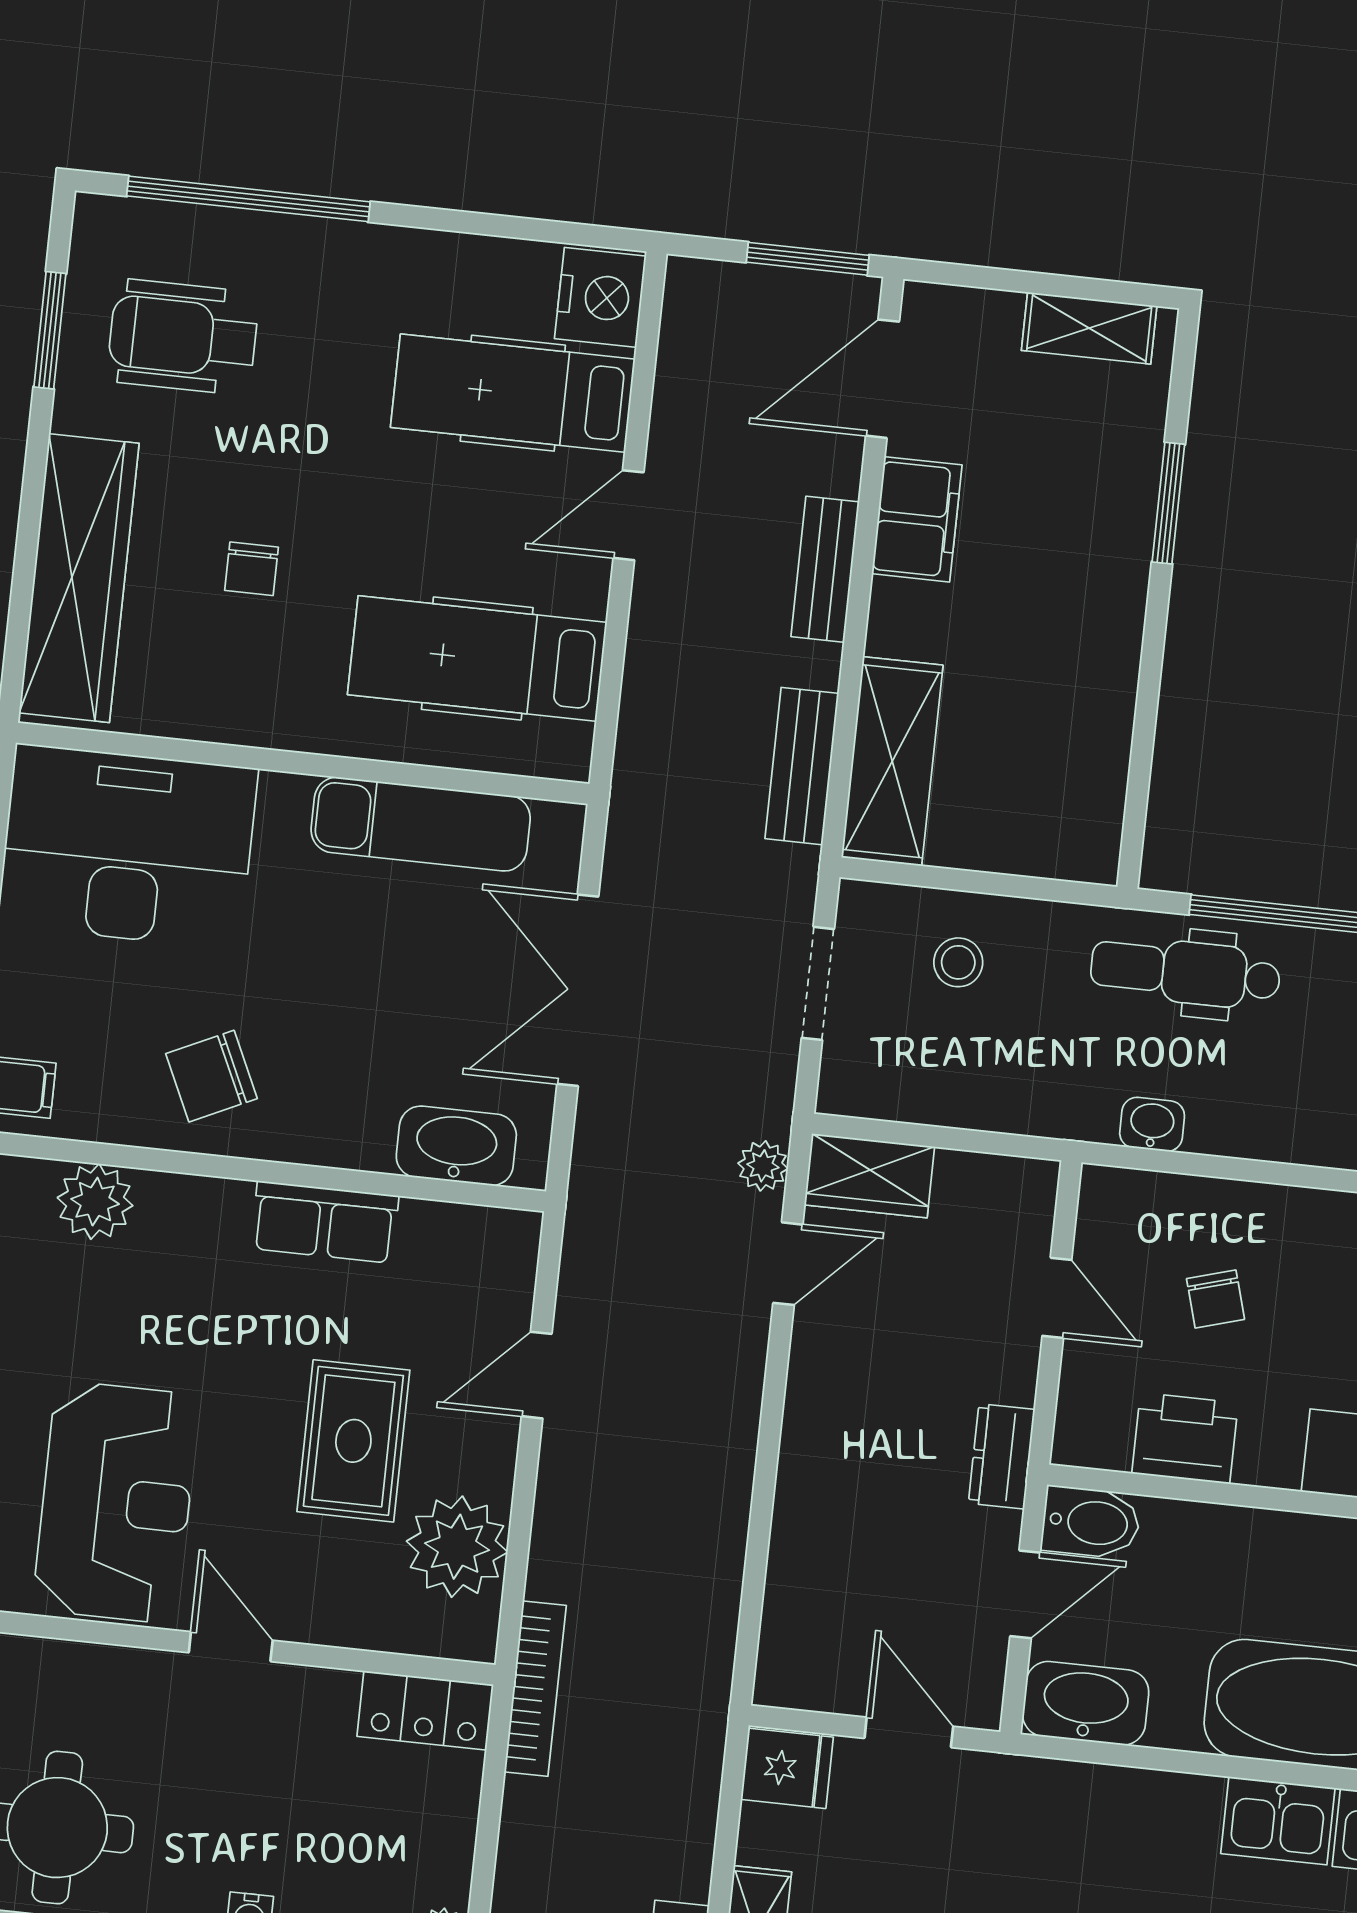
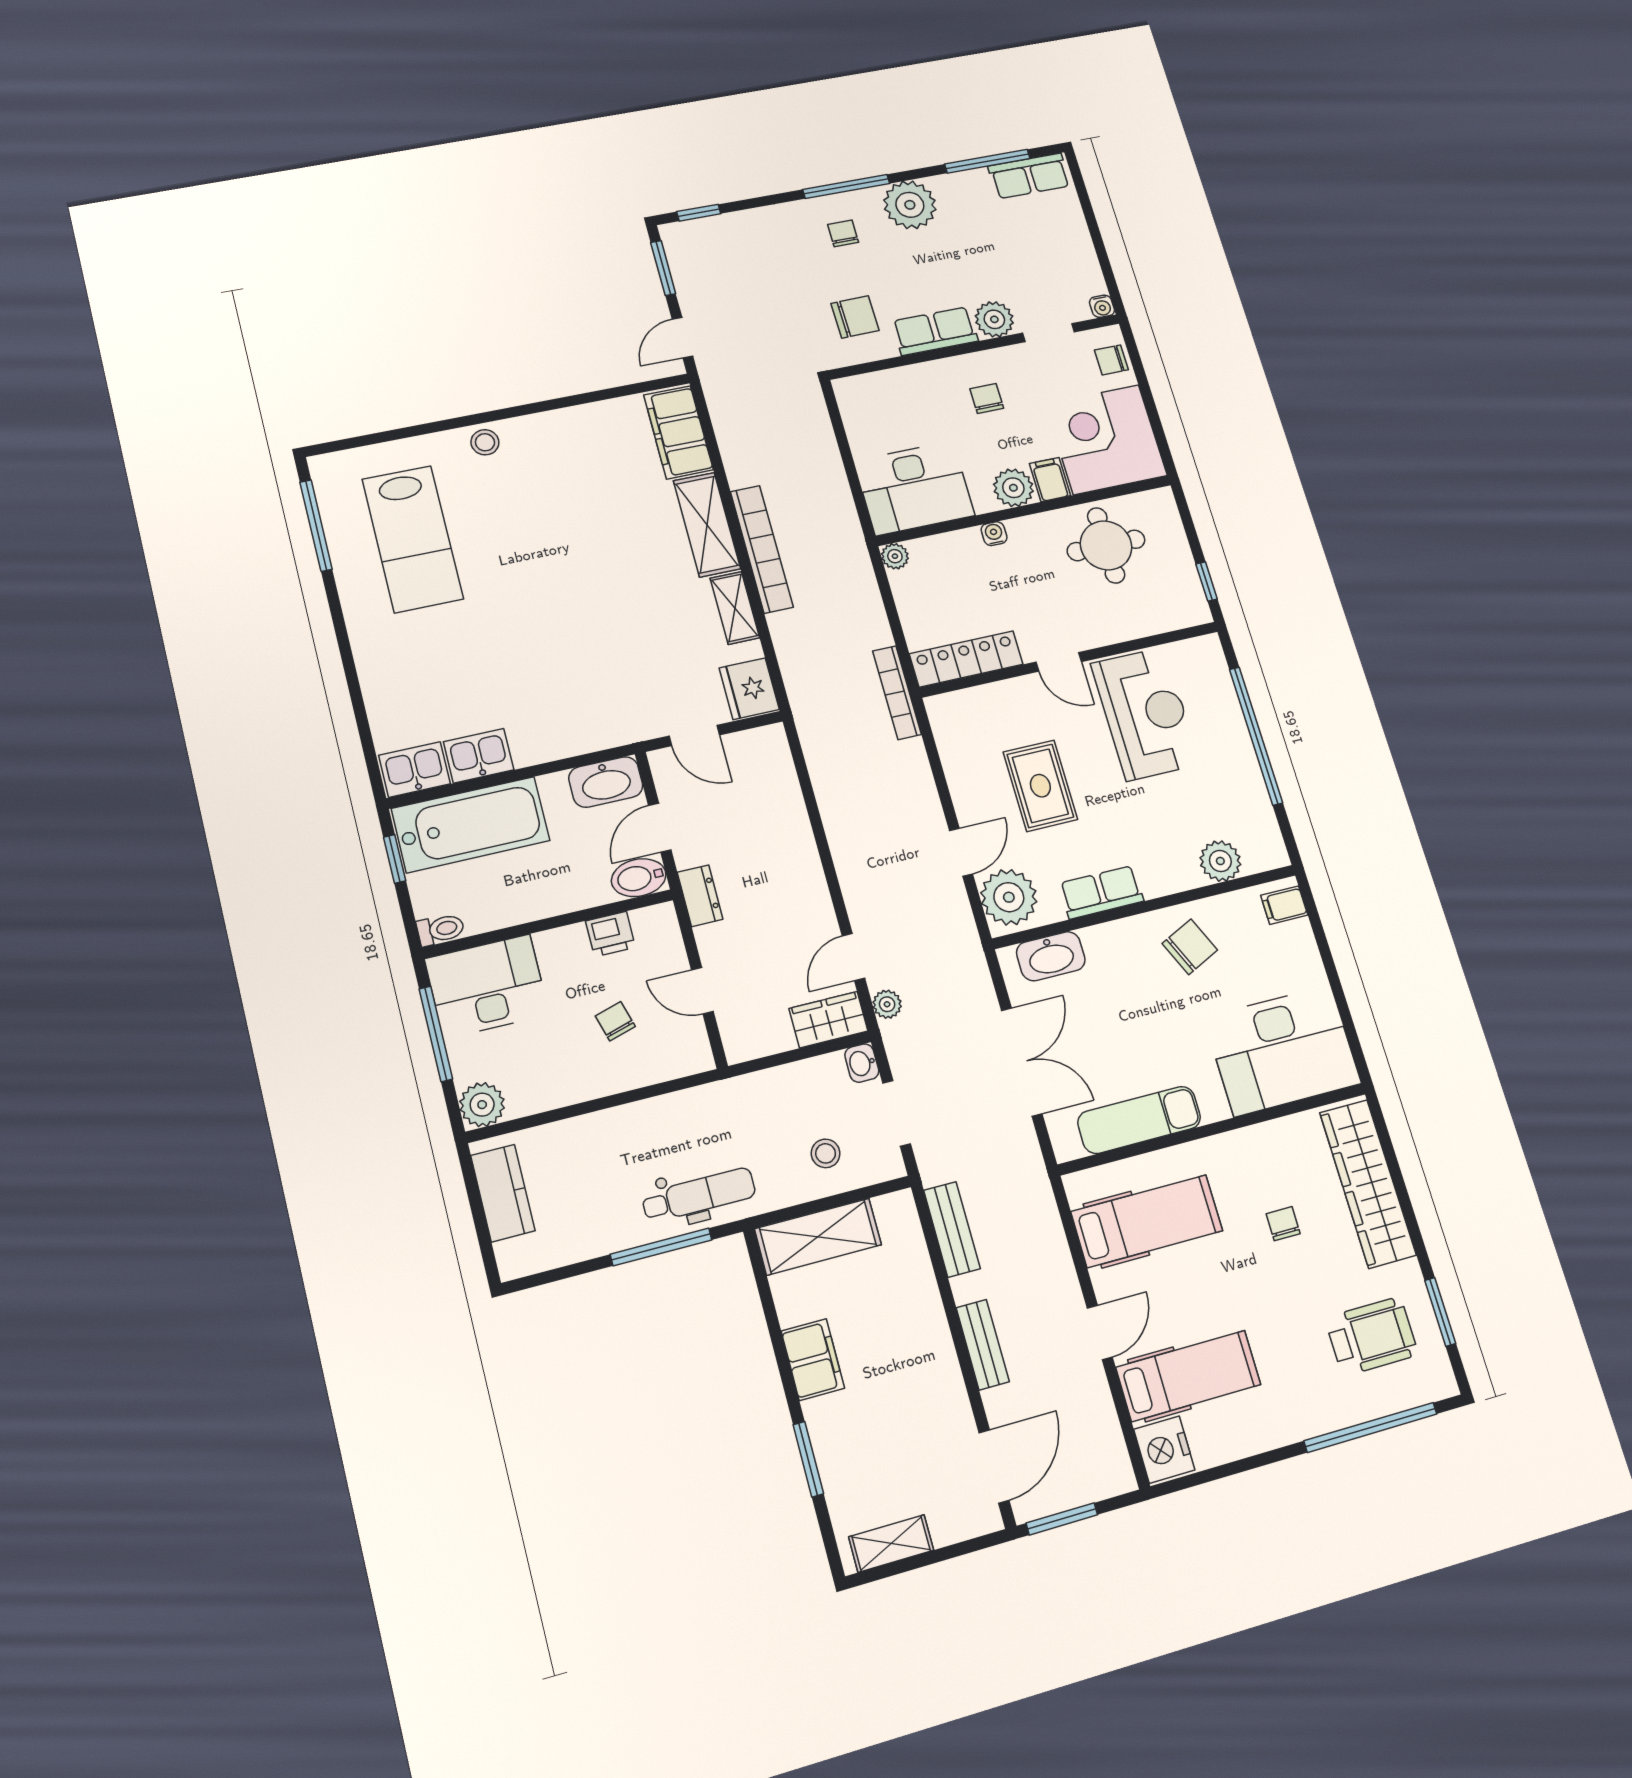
filing cabinet: (917, 519) -> (813, 1360), moved, turned 180
shelving: (892, 761) -> (818, 1237), moved, turned 90
washbasin: (1152, 1124) -> (862, 1063), moved, turned 90
printer: (1185, 1438) -> (611, 934), width x0.73, depth x0.81
reception desk: (116, 1502) -> (1145, 714), turned 180
plant: (457, 1547) -> (1009, 897), moved
locker: (425, 1710) -> (966, 659), width x1.53
fridge: (787, 1768) -> (749, 689), width x1.38

